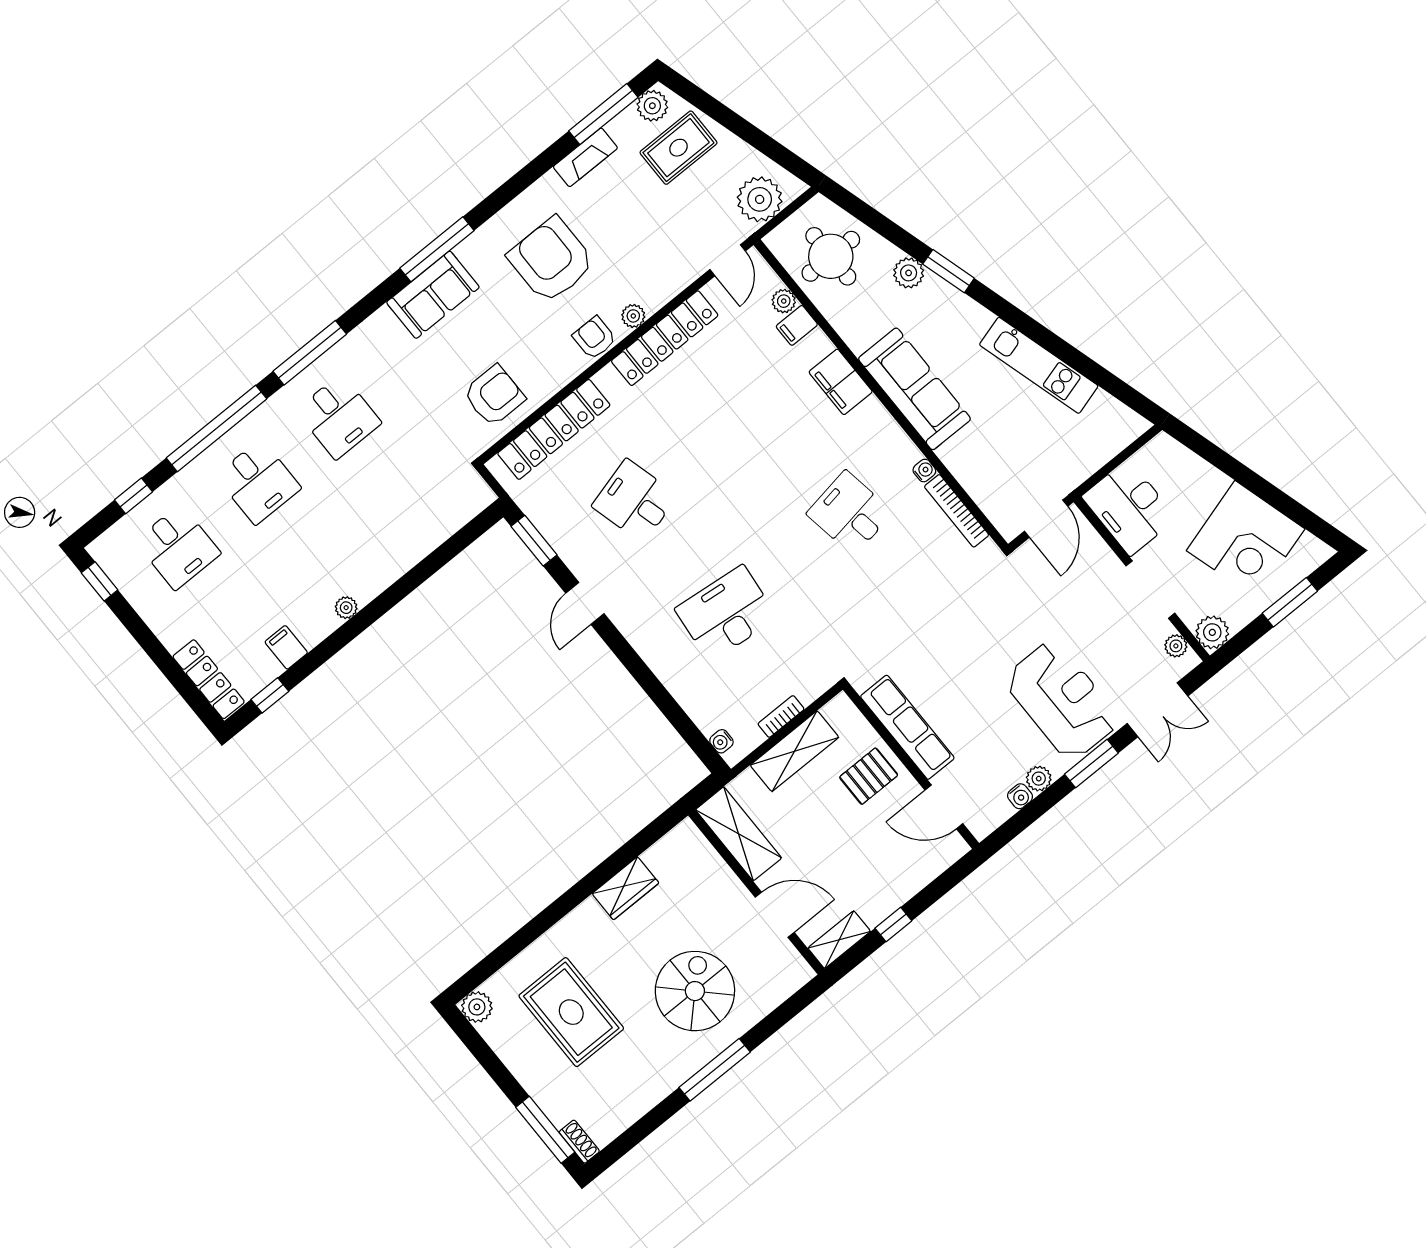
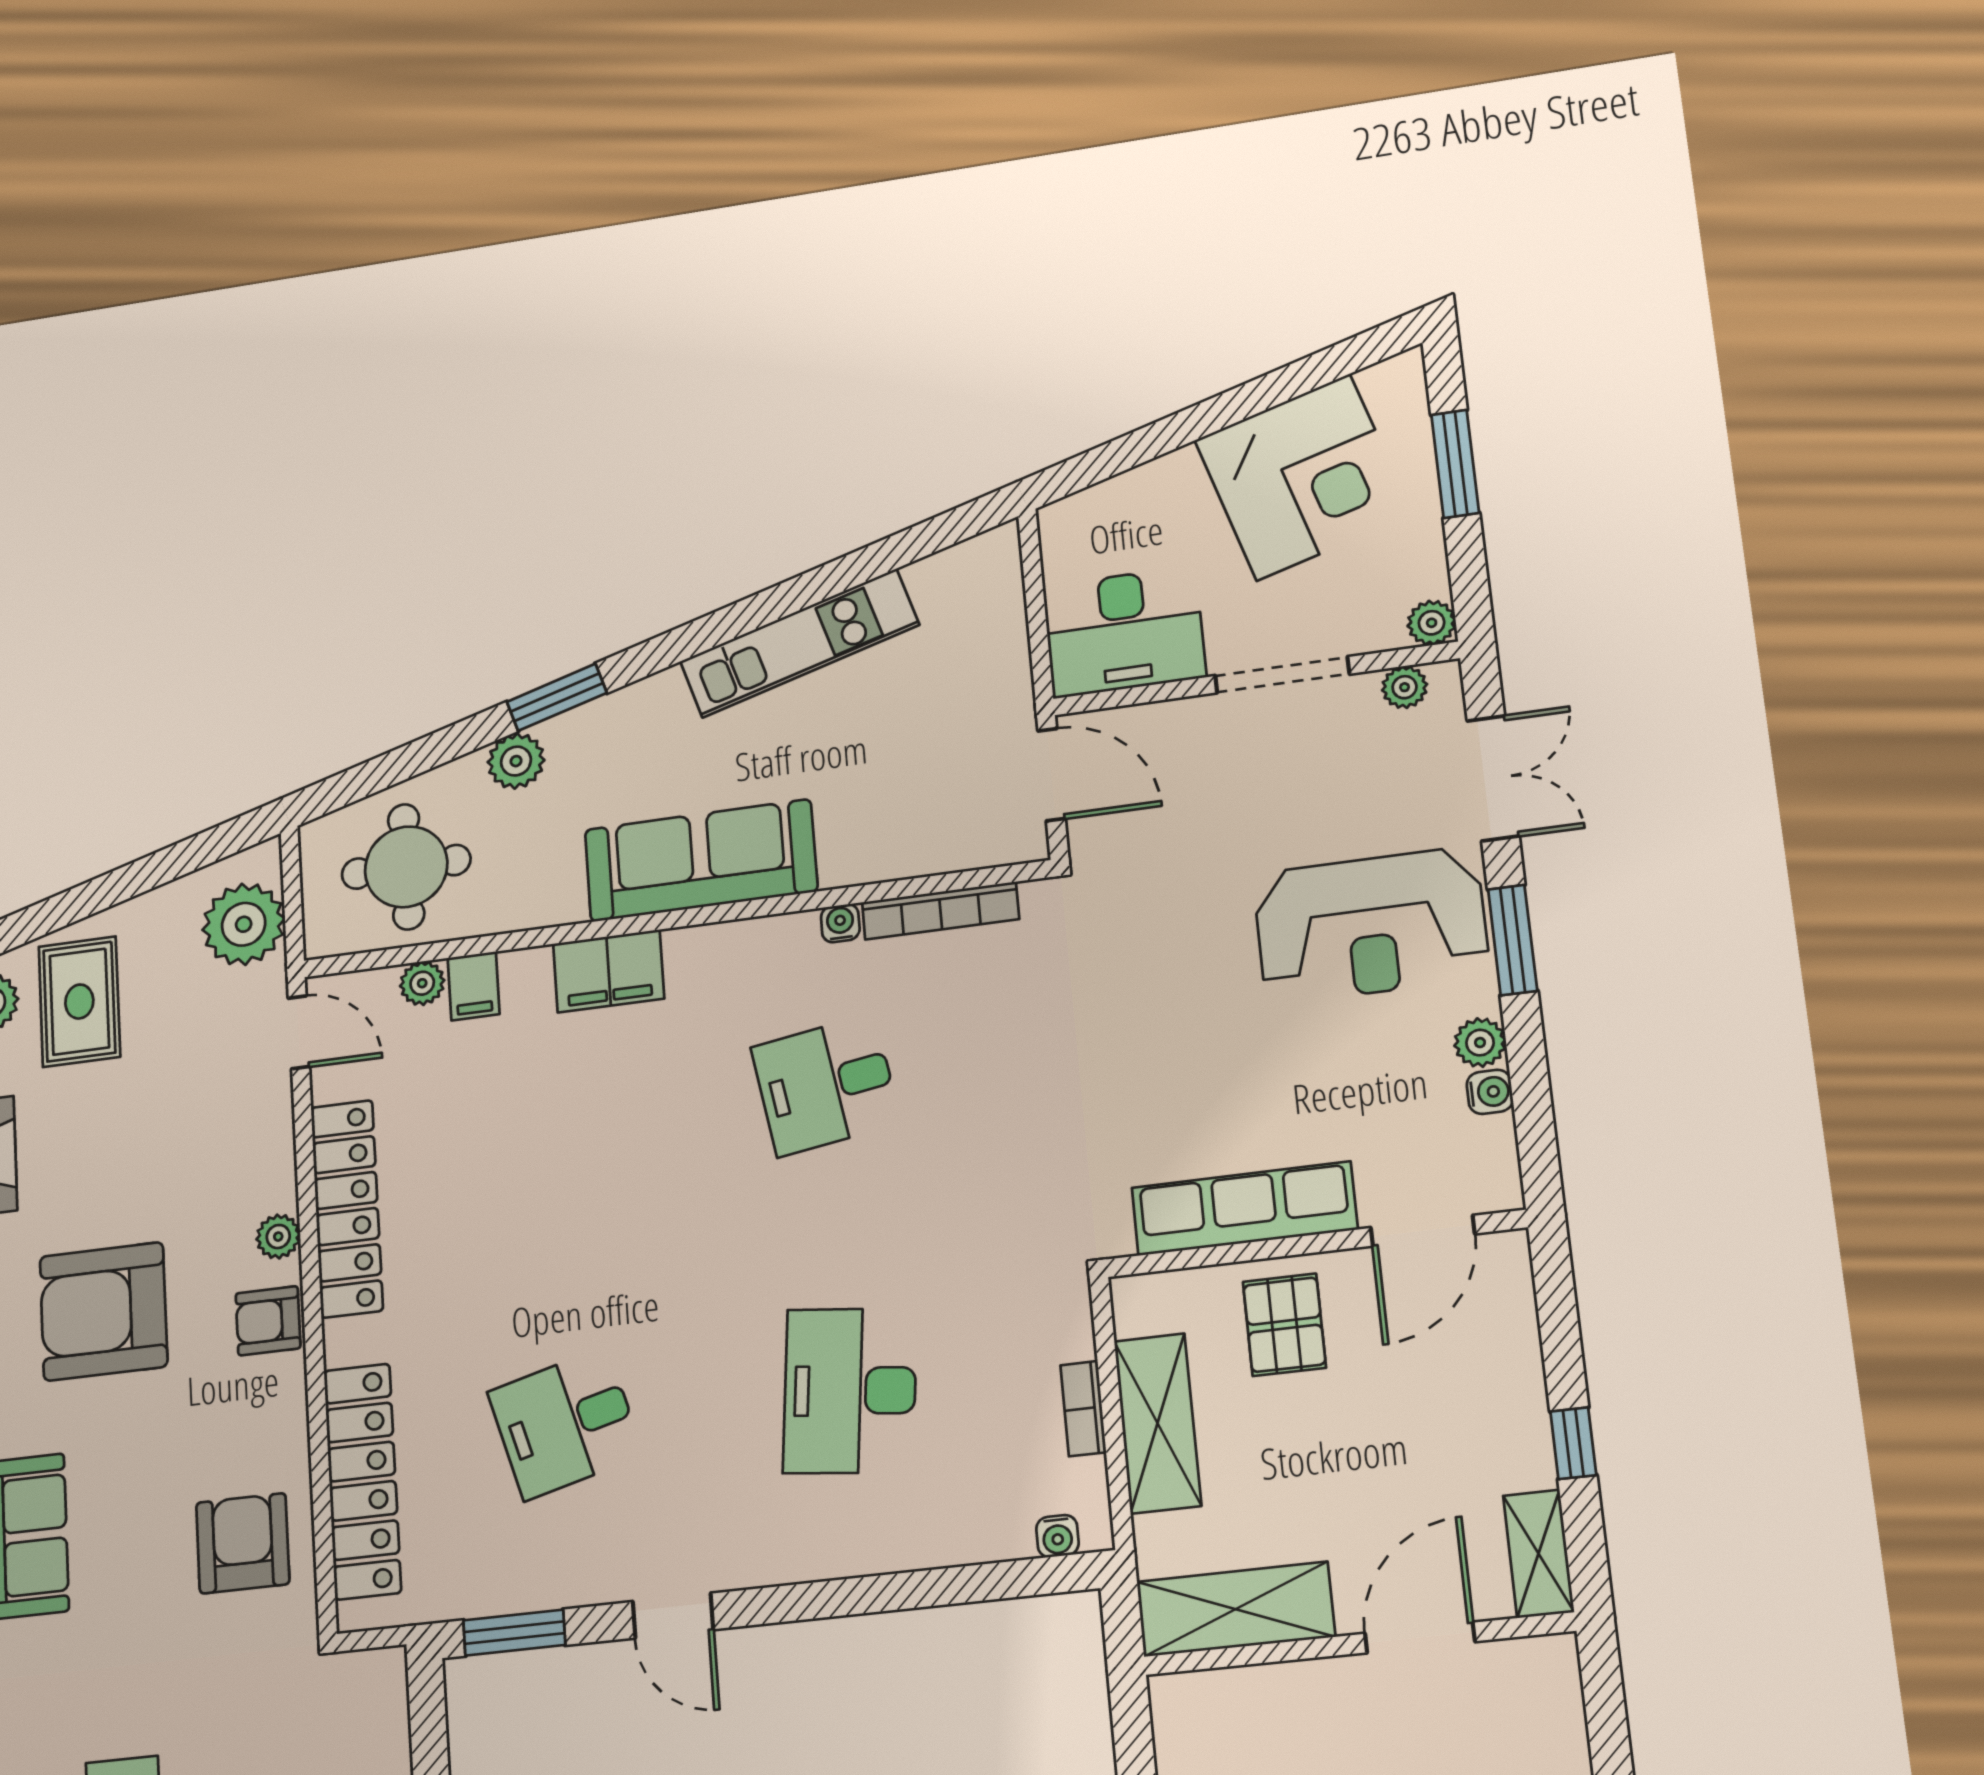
plant: (1212, 632) -> (1432, 623), width x0.73, depth x0.73
reception desk: (1062, 700) -> (1371, 926), turned 180

